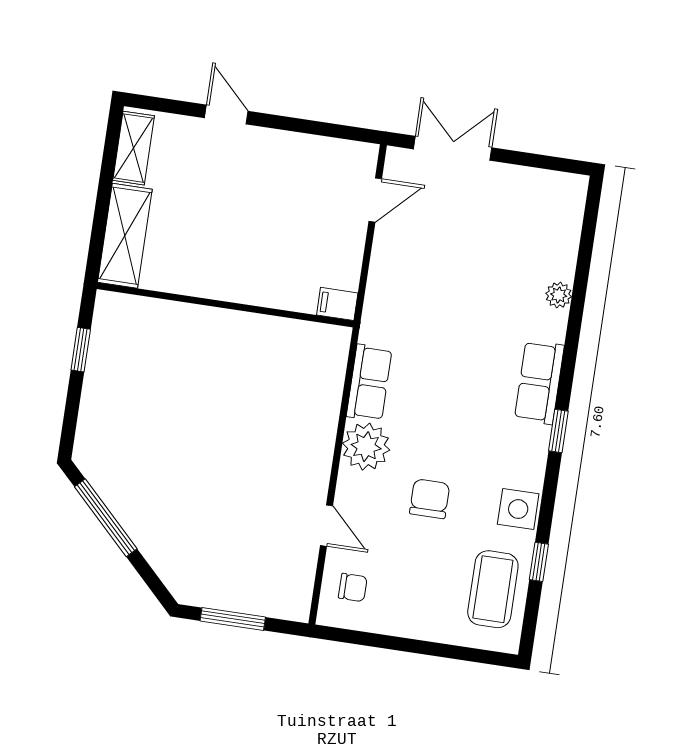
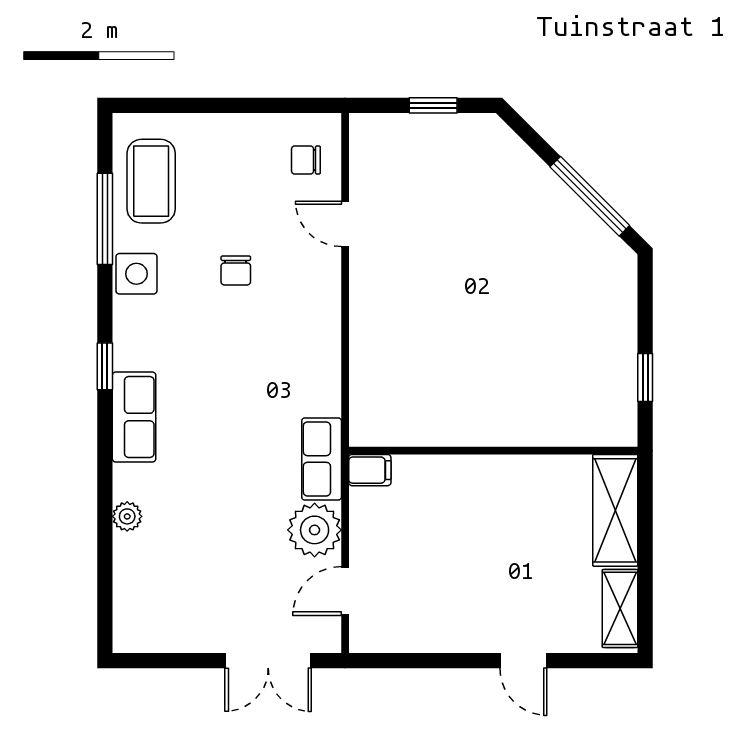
row of seats: (369, 383) -> (322, 459), moved
plant: (366, 447) -> (315, 530), moved
chair: (430, 499) -> (236, 270), width x0.73, depth x0.73
window: (539, 562) -> (105, 219), width x2.17
window: (233, 619) -> (433, 105), width x0.67

